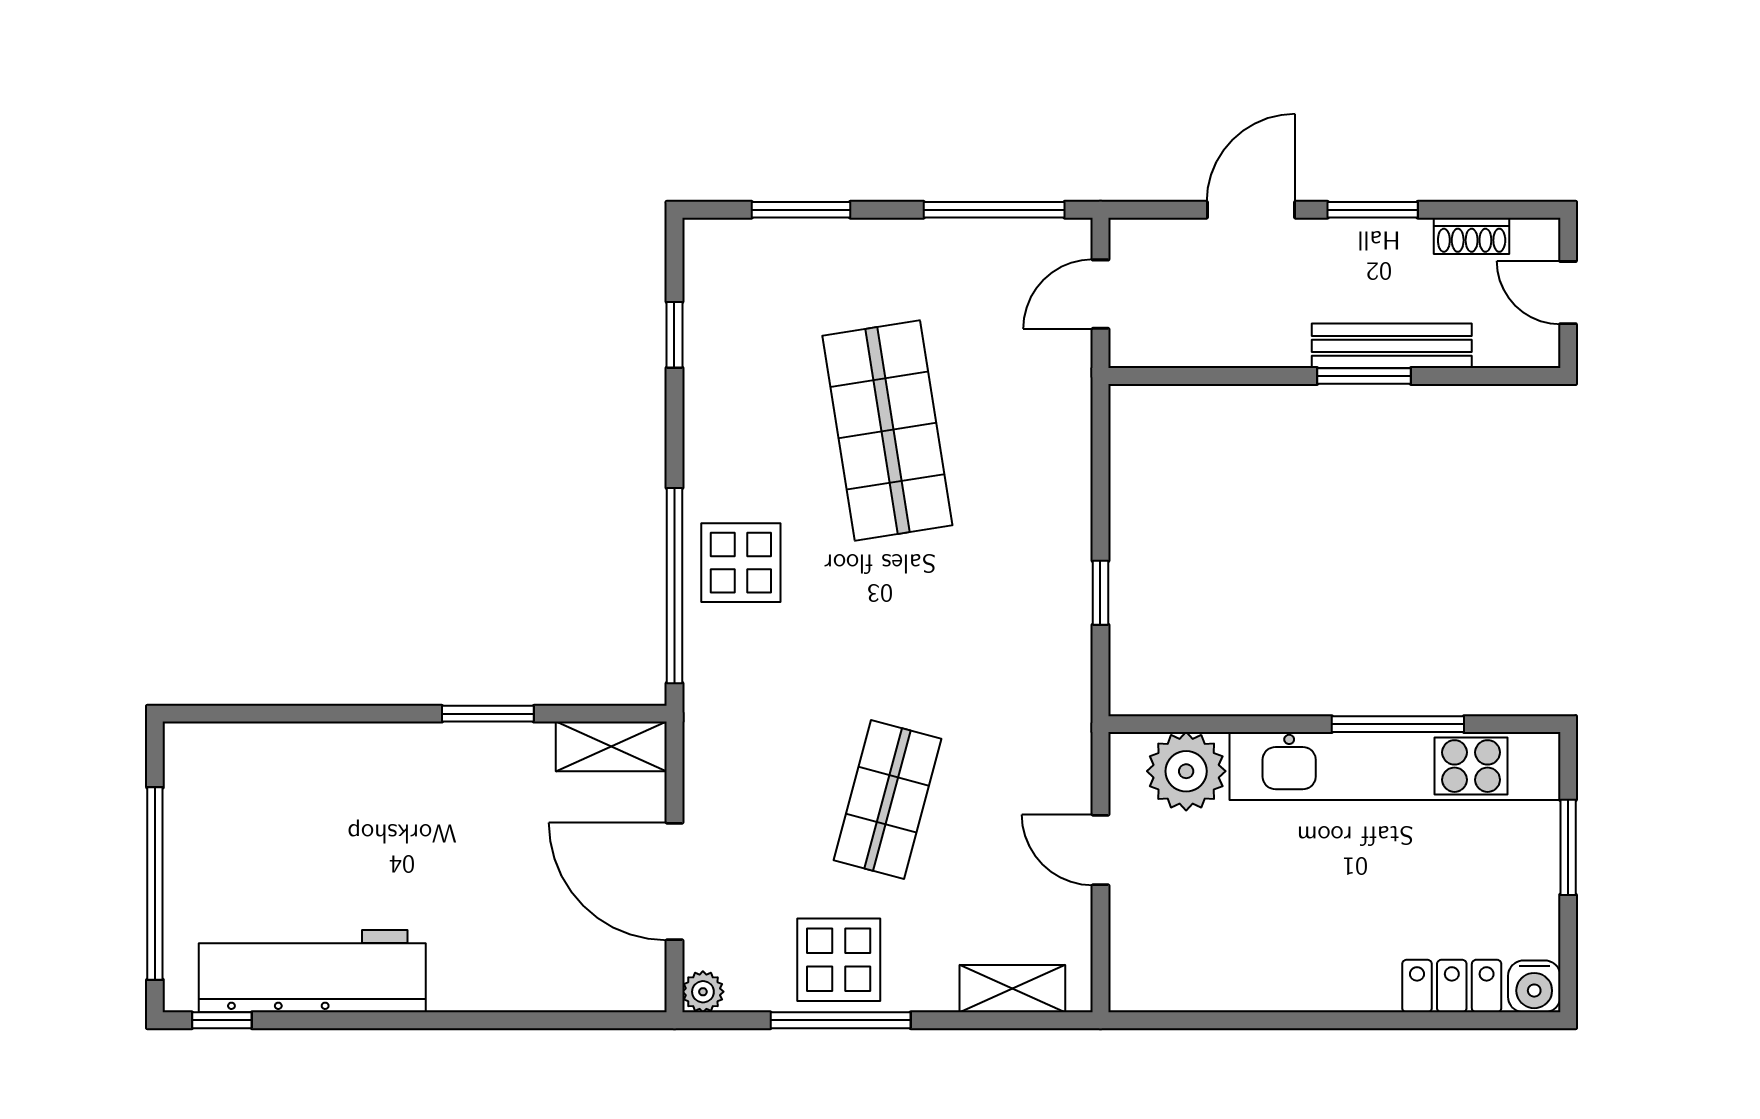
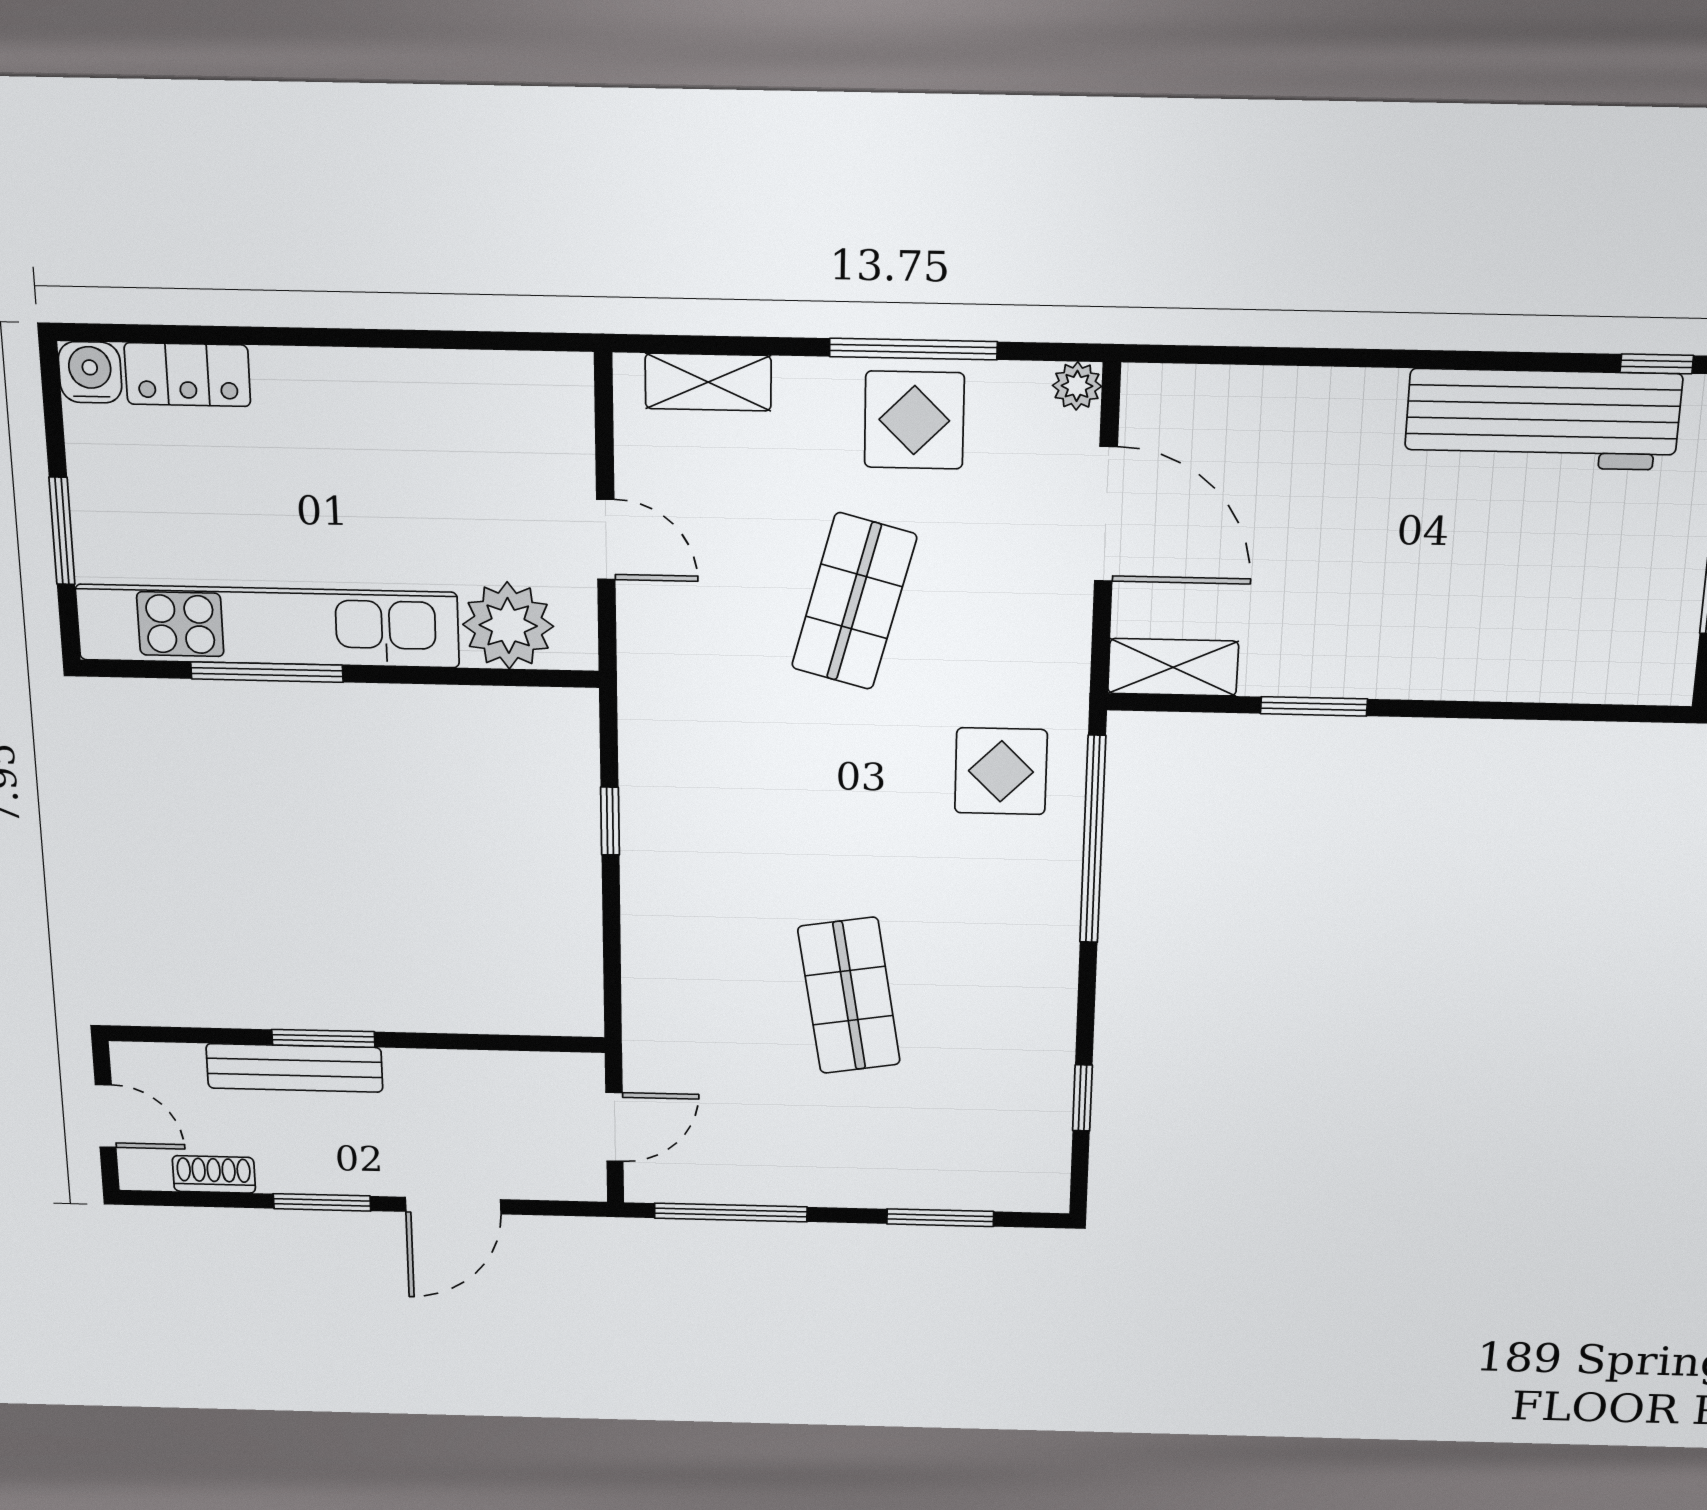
shop shelf: (887, 430) -> (849, 996), width x0.70, depth x0.74
display table: (741, 563) -> (1001, 771), moved

